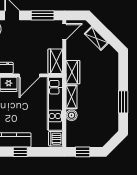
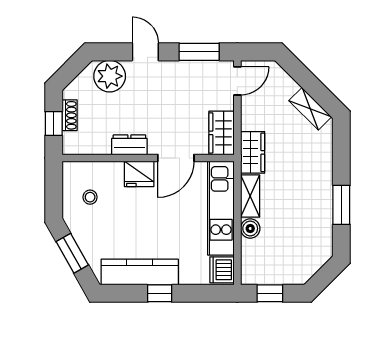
shelving: (96, 38) -> (310, 109), moved

